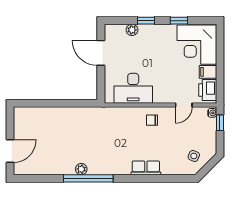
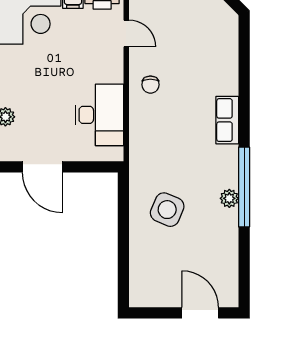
door: (101, 53) -> (43, 167), hinge flipped
side table: (194, 156) -> (167, 210), moved, width x1.87, depth x1.87
row of seats: (146, 168) -> (227, 120), moved

